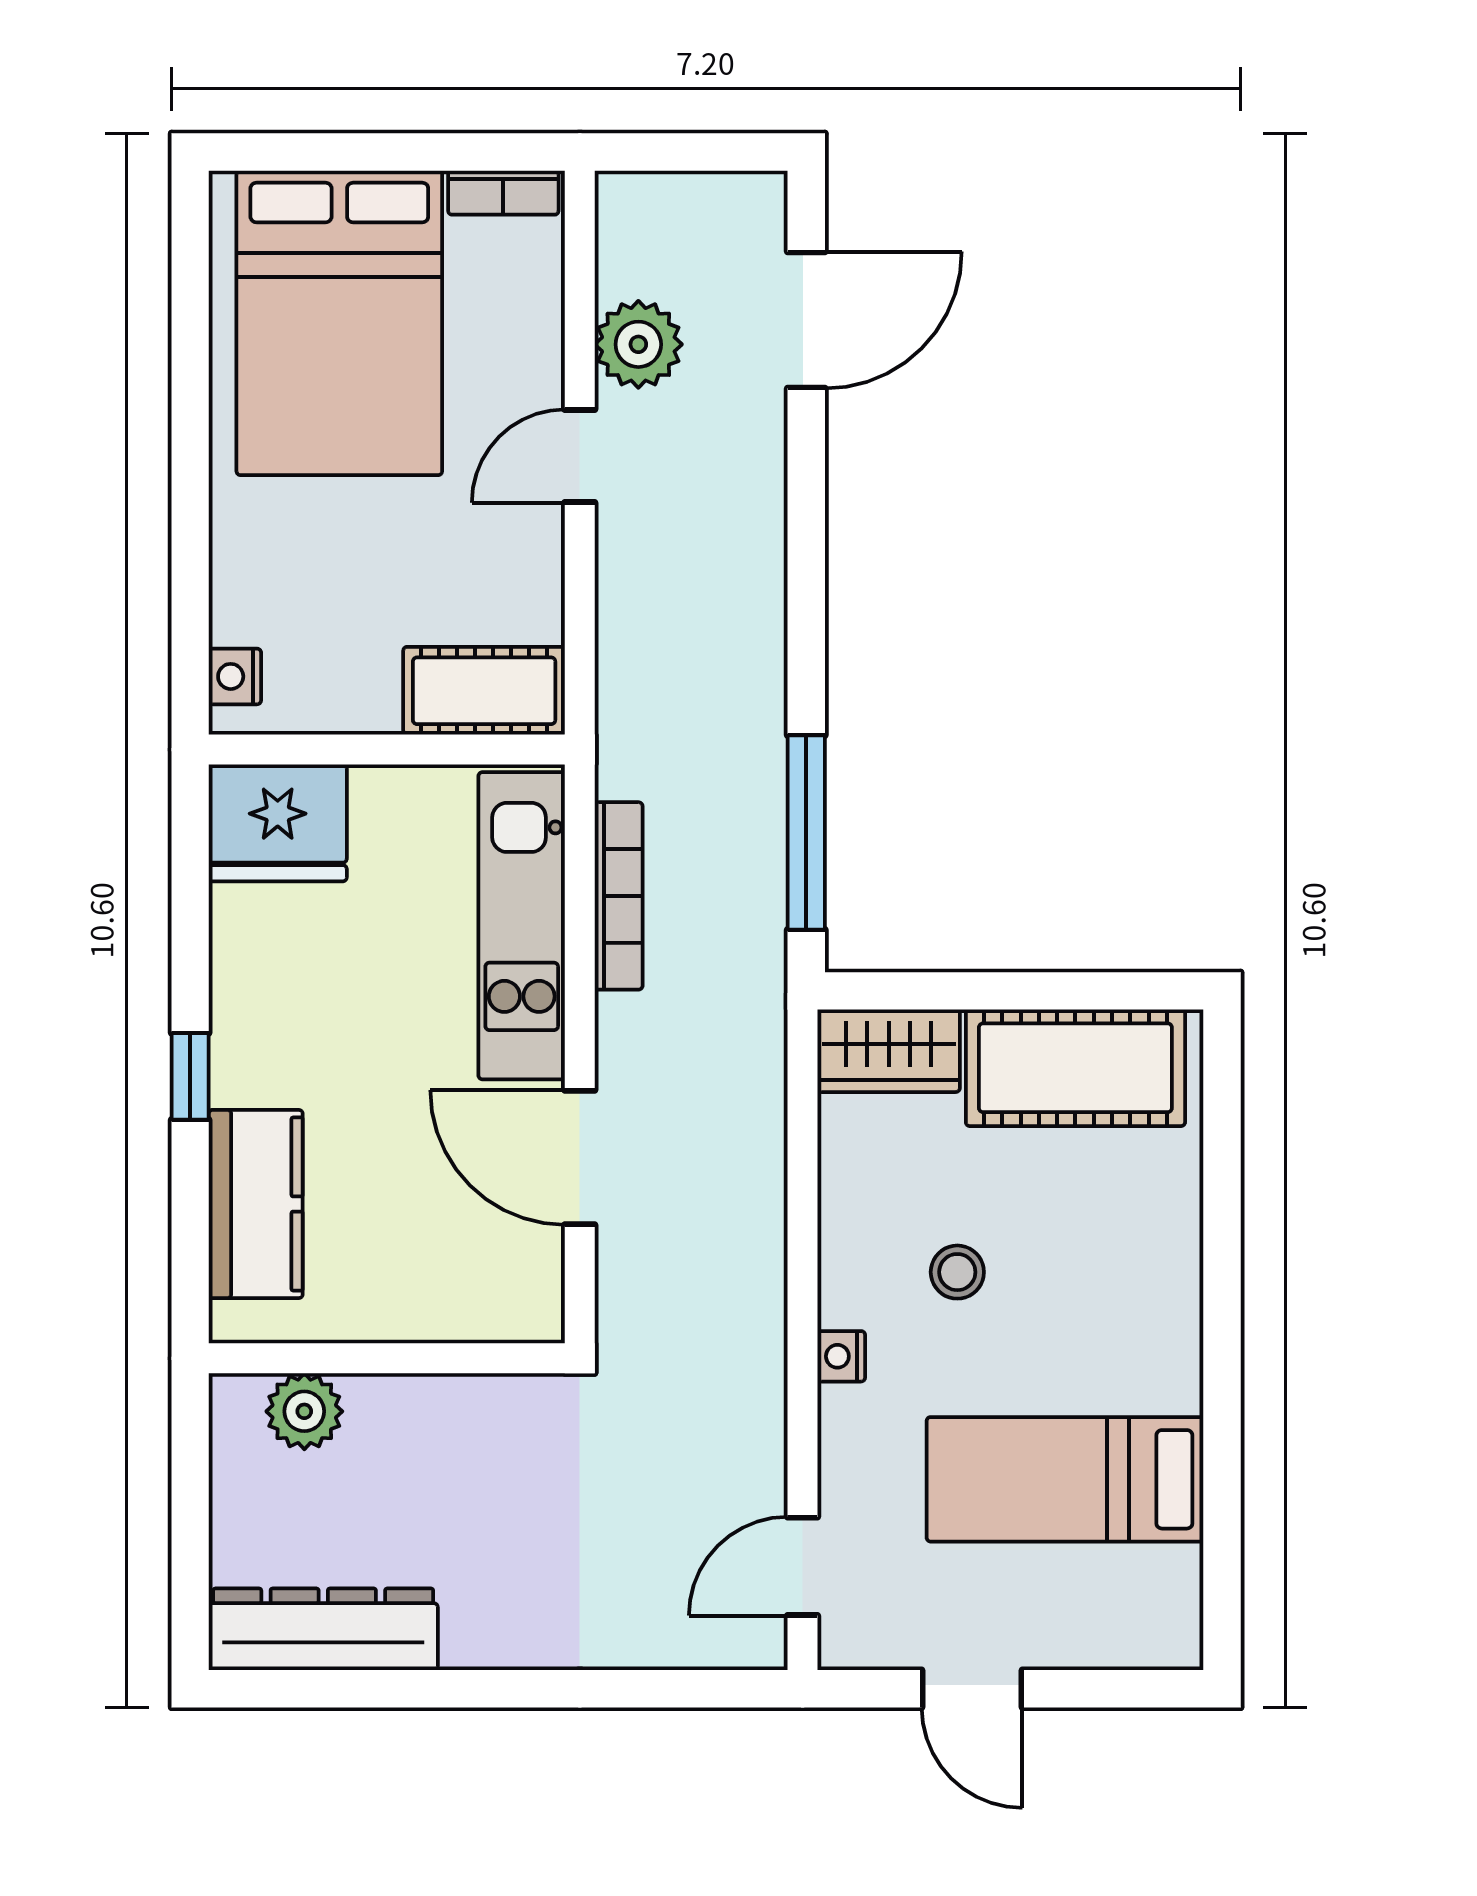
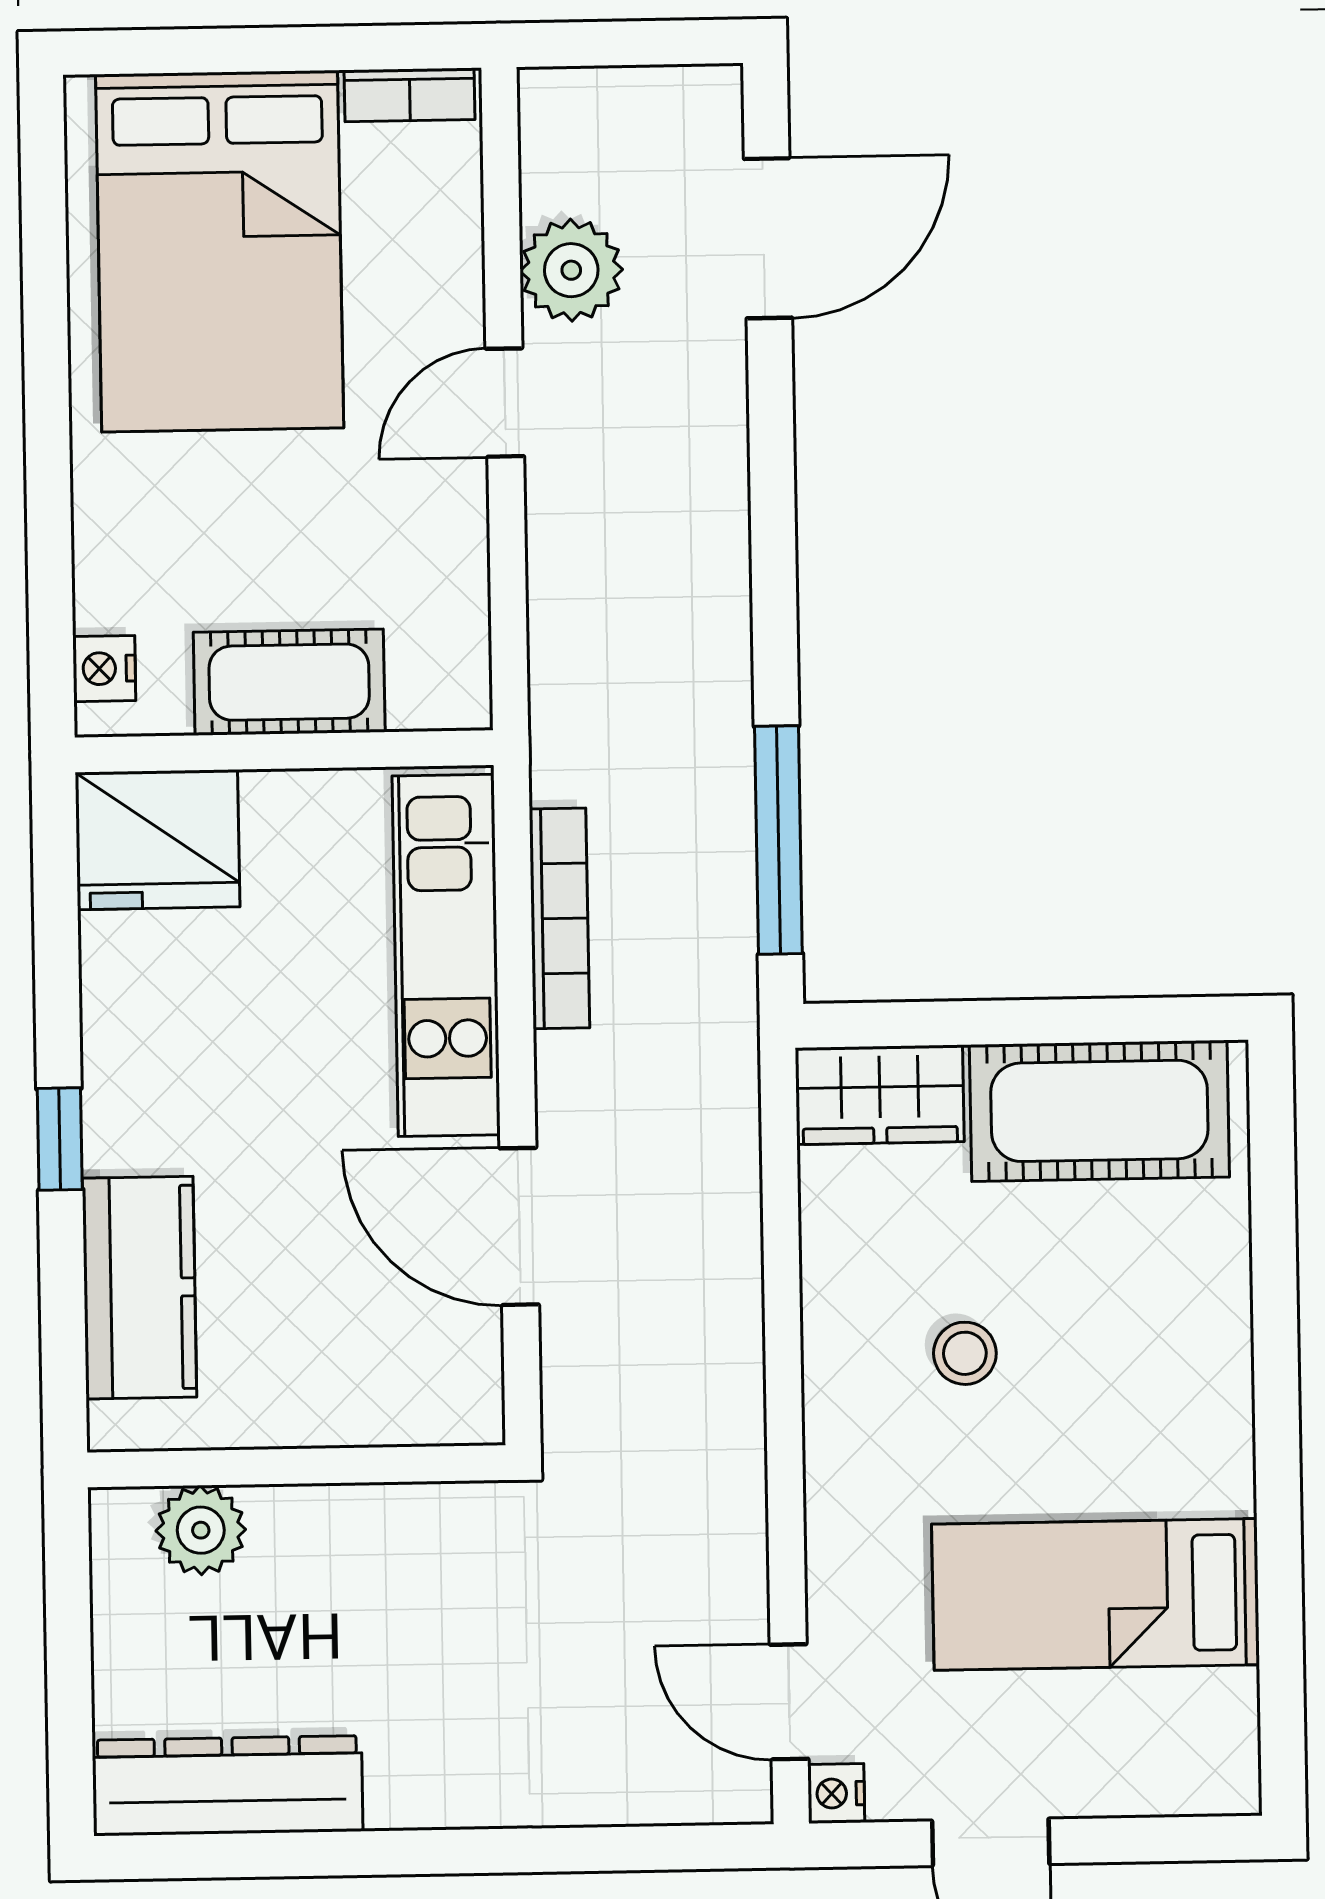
cot: (484, 691) -> (289, 682), moved
nightstand: (841, 1356) -> (836, 1793), moved
door: (803, 1566) -> (789, 1702), hinge flipped

